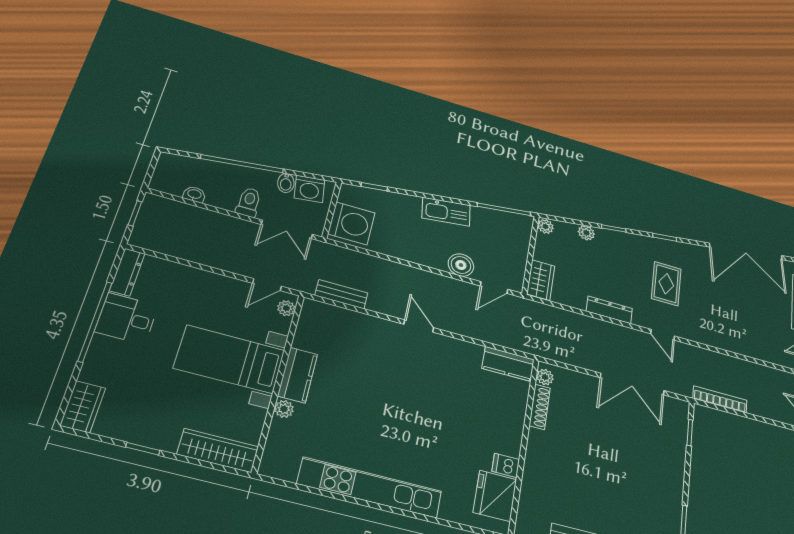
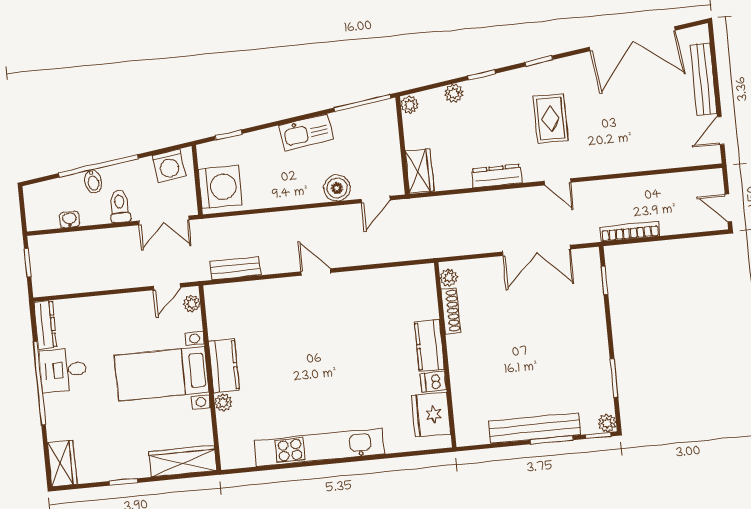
bidet: (286, 183) -> (93, 181), moved
kitchen counter: (508, 364) -> (429, 346), moved, turned 90

